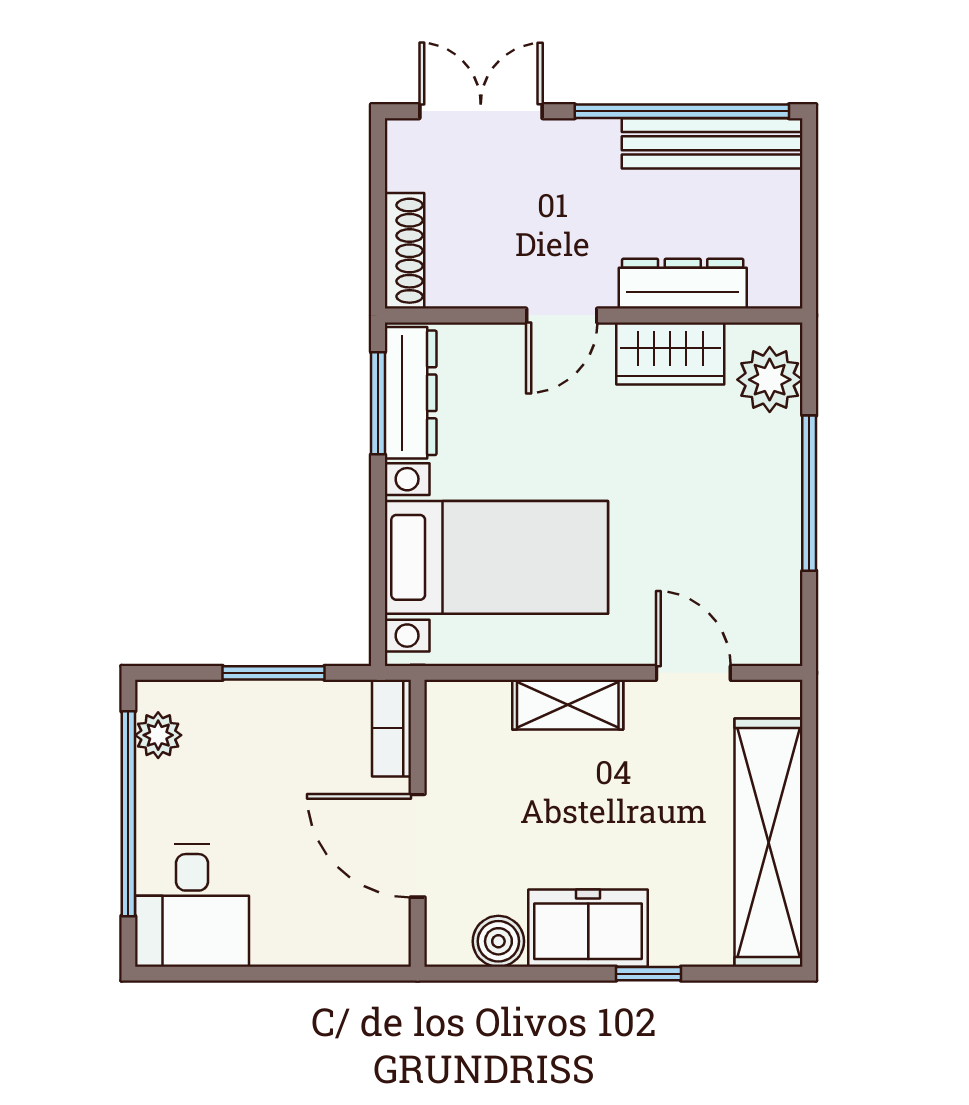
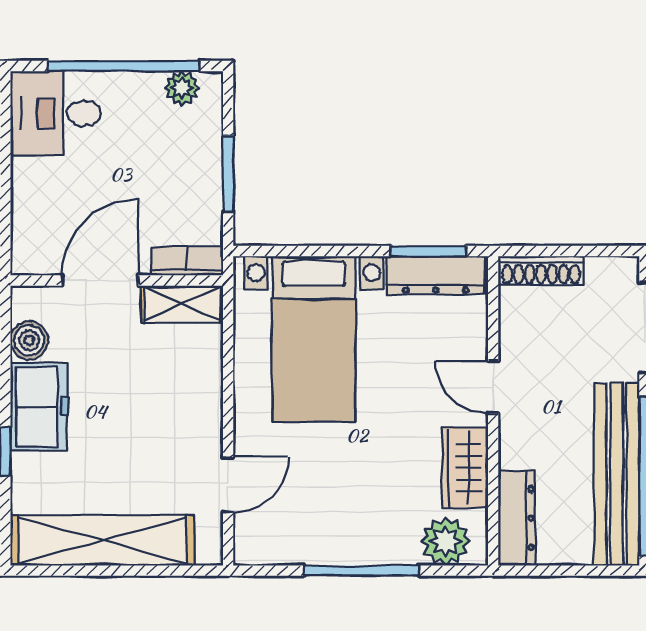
bench: (712, 143) -> (617, 474), width x1.37, depth x1.21
dresser: (683, 284) -> (517, 518), moved
shelving: (568, 705) -> (182, 304), moved, turned 90

